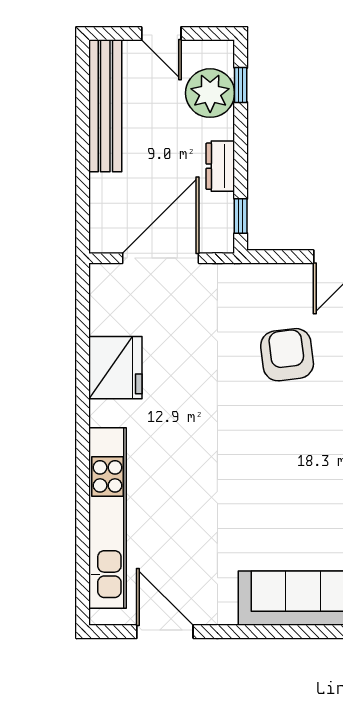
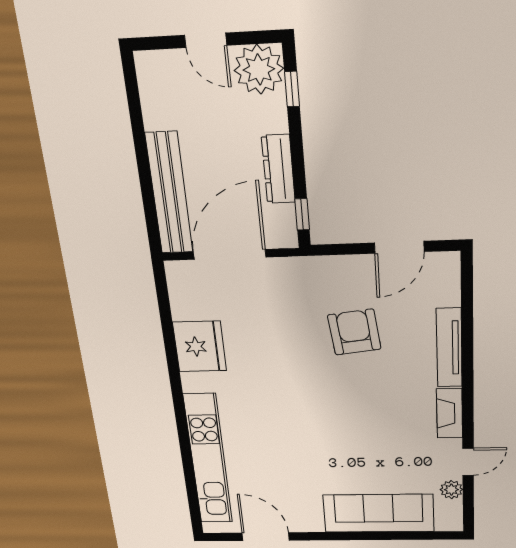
plant: (210, 93) -> (259, 69), moved
bench: (105, 106) -> (169, 193), moved
dresser: (220, 166) -> (278, 169), width x1.44

